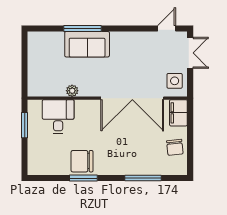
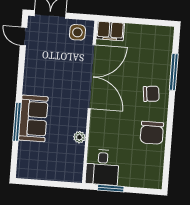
desk: (58, 117) -> (102, 167), moved, turned -90
chair: (175, 147) -> (151, 94), moved
window: (83, 178) -> (169, 133), removed

